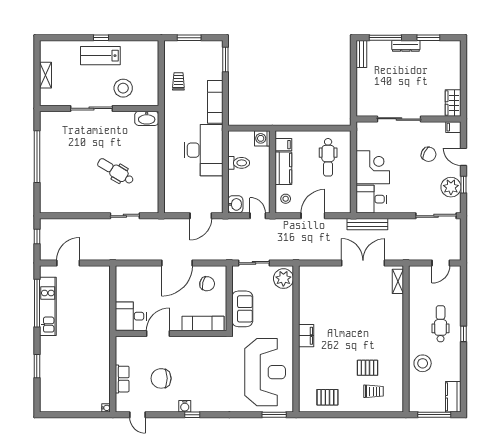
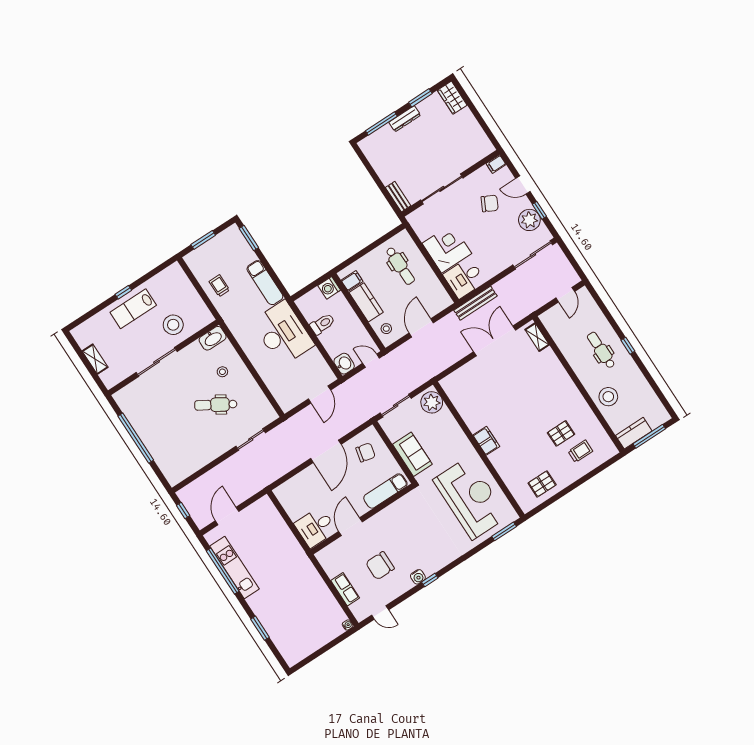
bench: (361, 54) -> (398, 197), moved
wardrobe: (453, 103) -> (452, 98), moved
stool: (137, 149) -> (222, 372), added
kitchen counter: (453, 397) -> (634, 433), moved, turned 90

